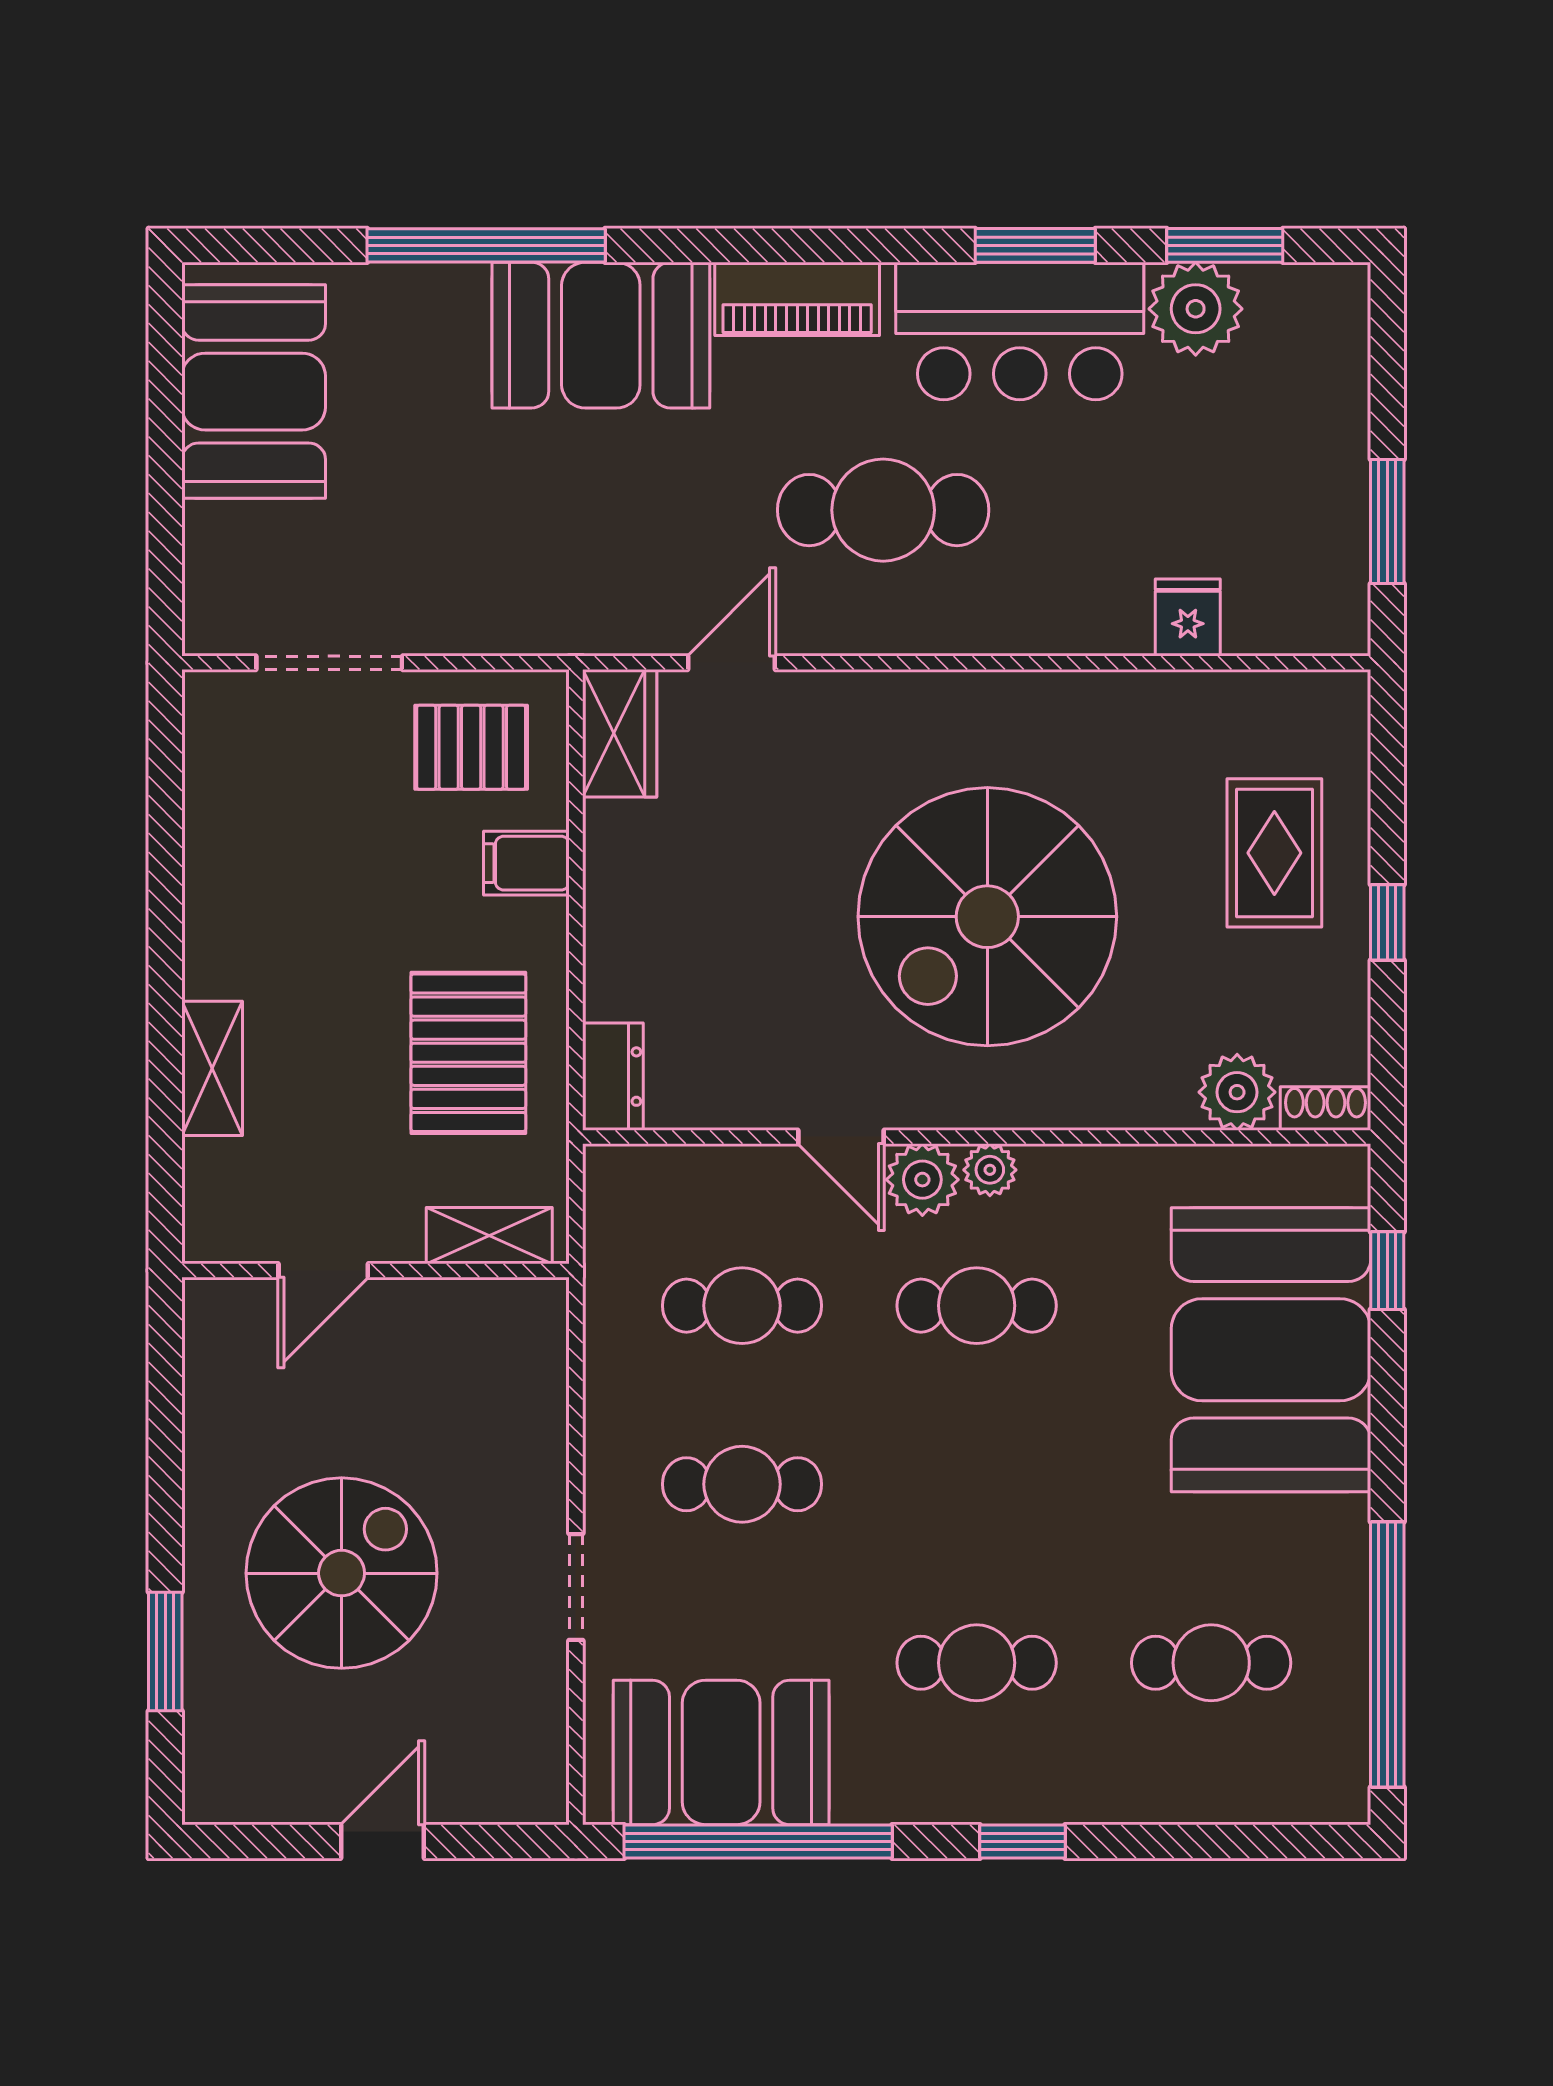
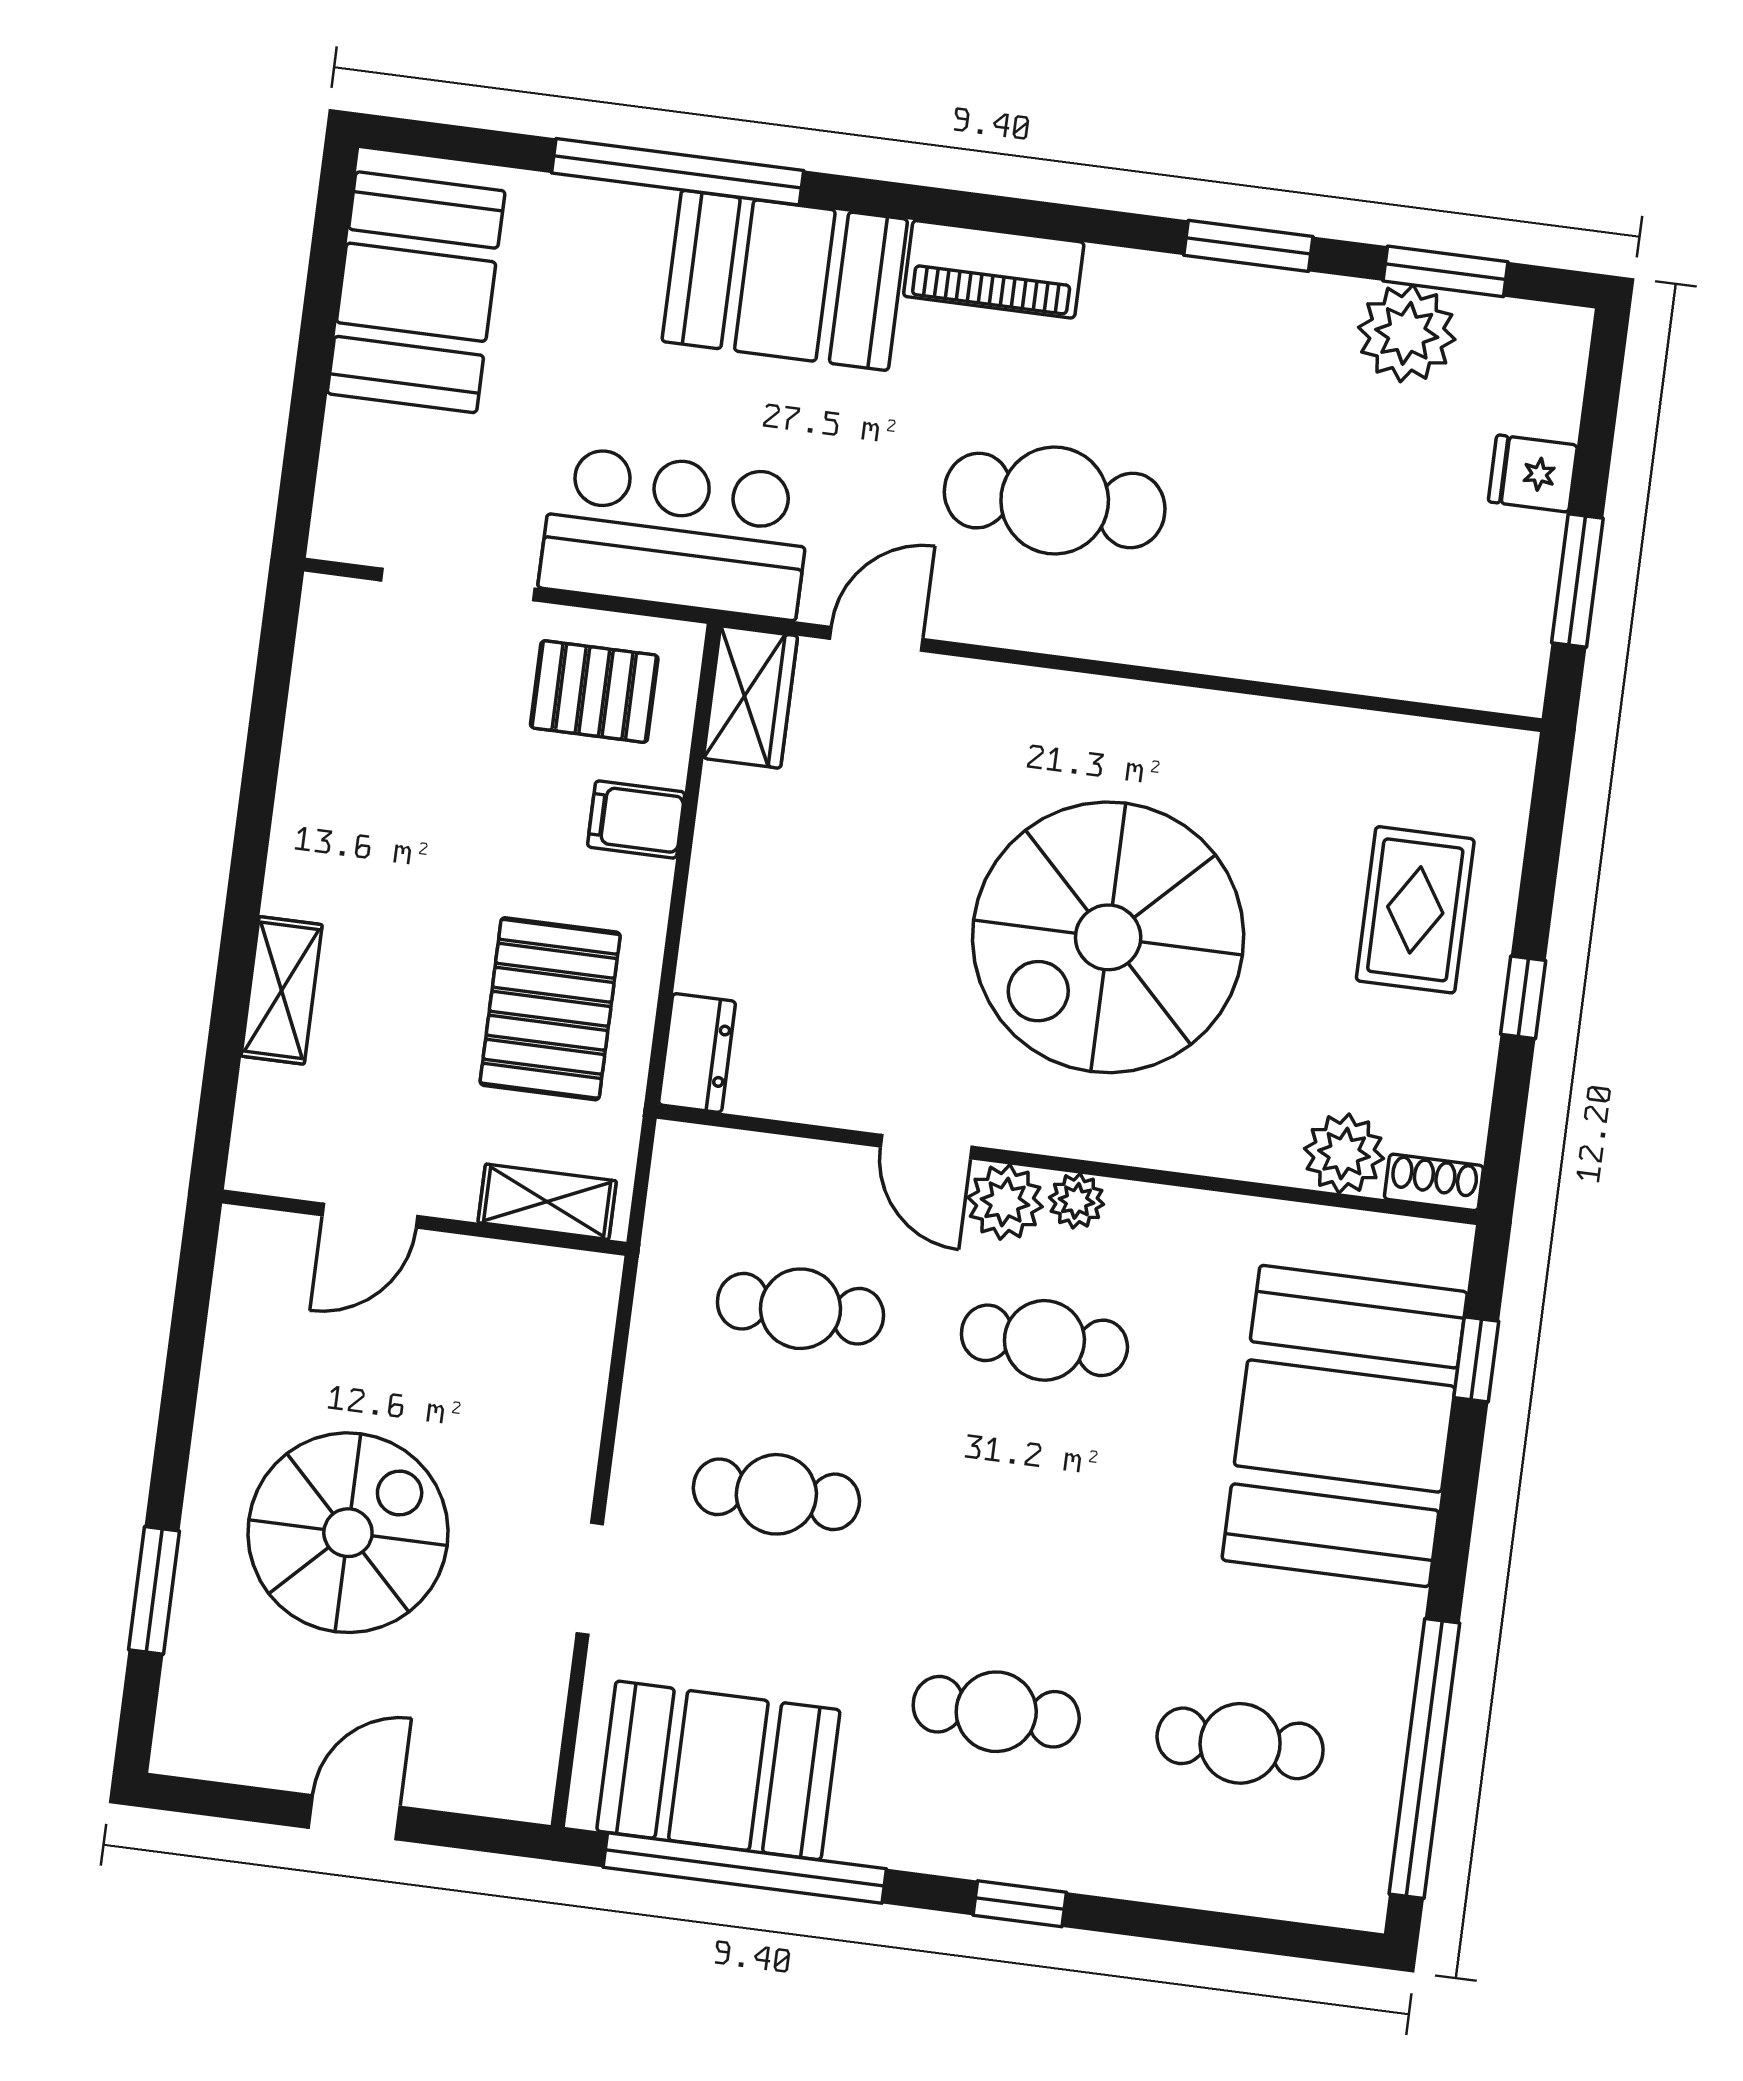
bar counter: (1020, 331) -> (676, 533), moved, turned 180
fridge: (1188, 617) -> (1533, 473), moved, turned -90

